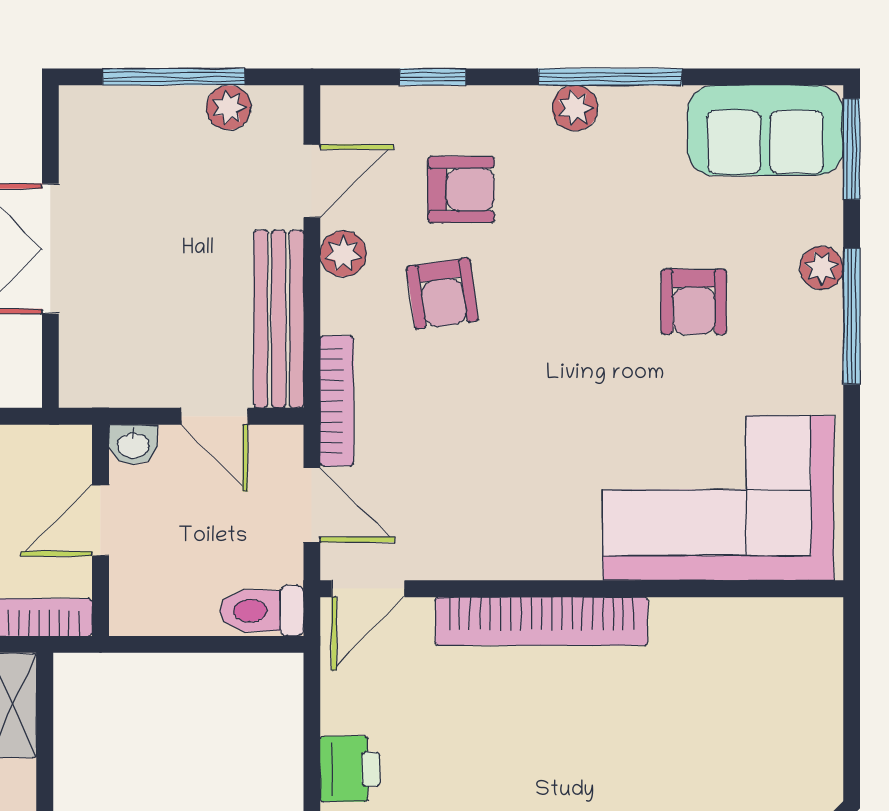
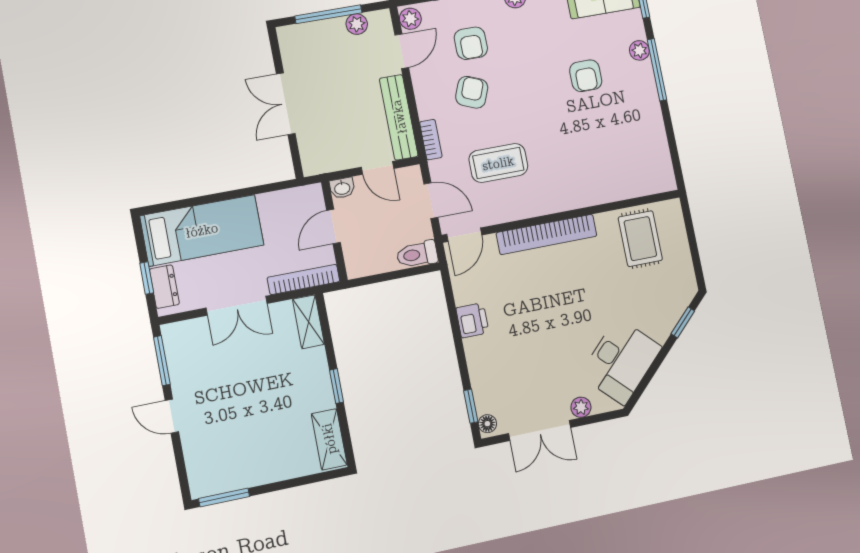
armchair: (461, 190) -> (471, 43), turned 90
plant: (343, 254) -> (410, 19), moved
armchair: (443, 294) -> (472, 92), turned -150
bookcase: (337, 401) -> (431, 140), width x0.64
coffee table: (469, 453) -> (498, 163), added
corner sofa: (718, 498) -> (615, 163), removed
rug: (740, 668) -> (640, 239), added

